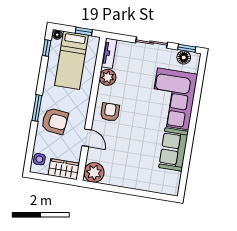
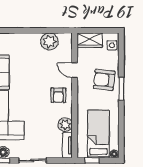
window: (47, 48) -> (121, 141), removed
plant: (94, 172) -> (49, 42), moved

